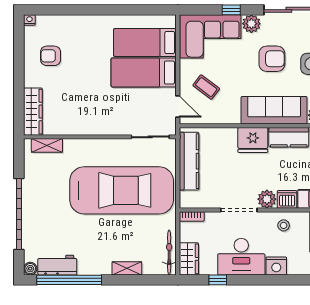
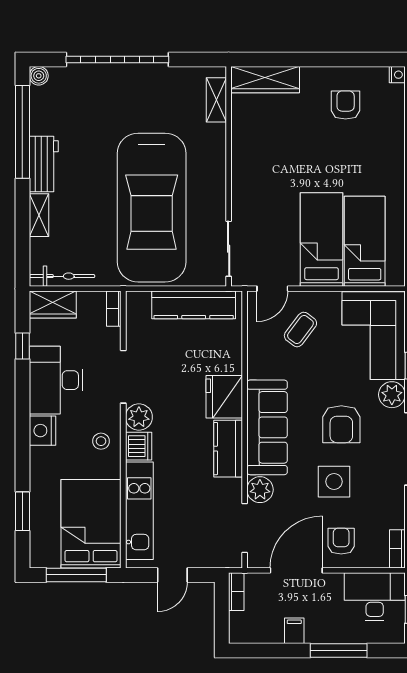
workbench: (57, 265) -> (44, 164), moved

